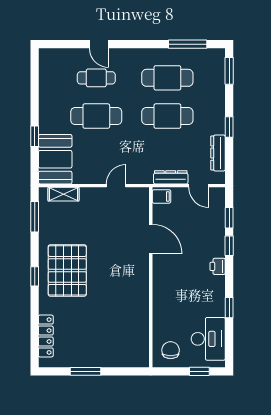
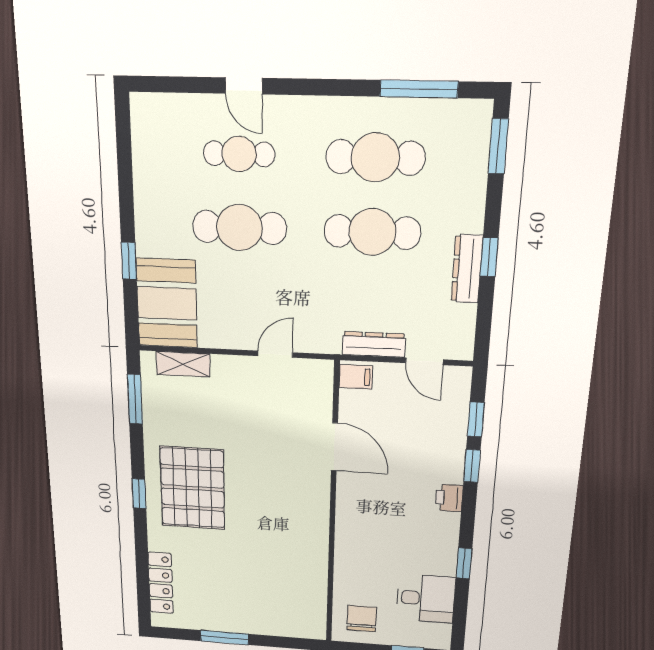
dresser: (218, 153) -> (467, 269), moved
desk: (208, 339) -> (426, 598), width x0.73

